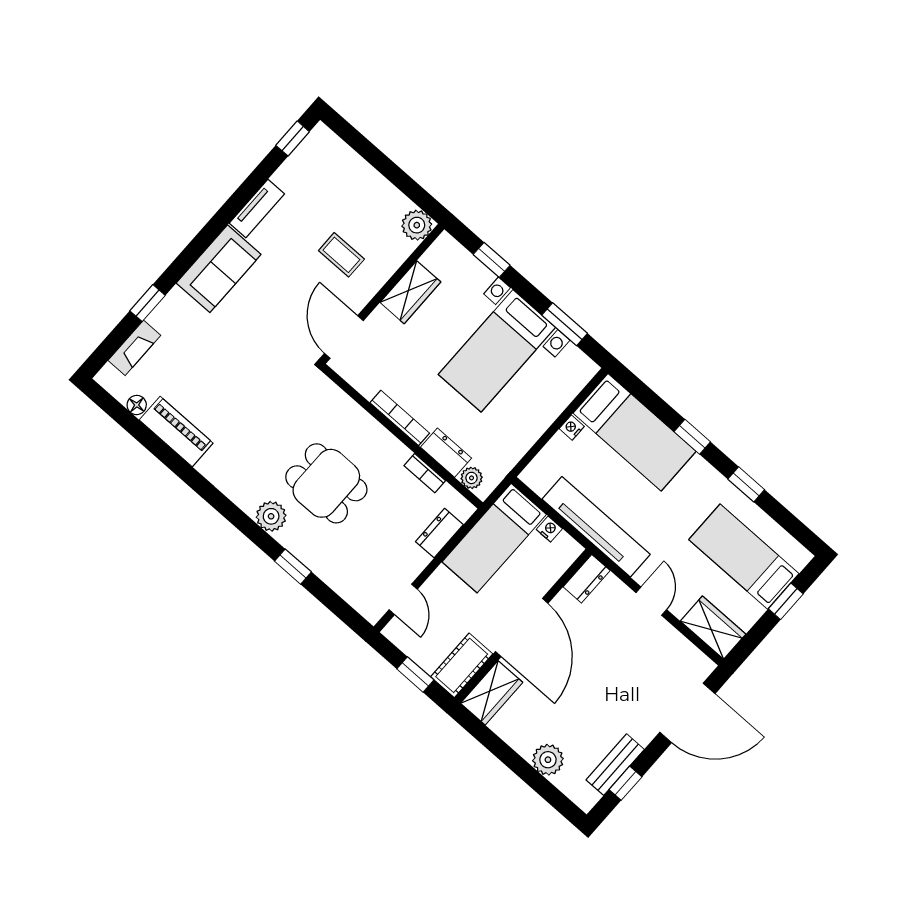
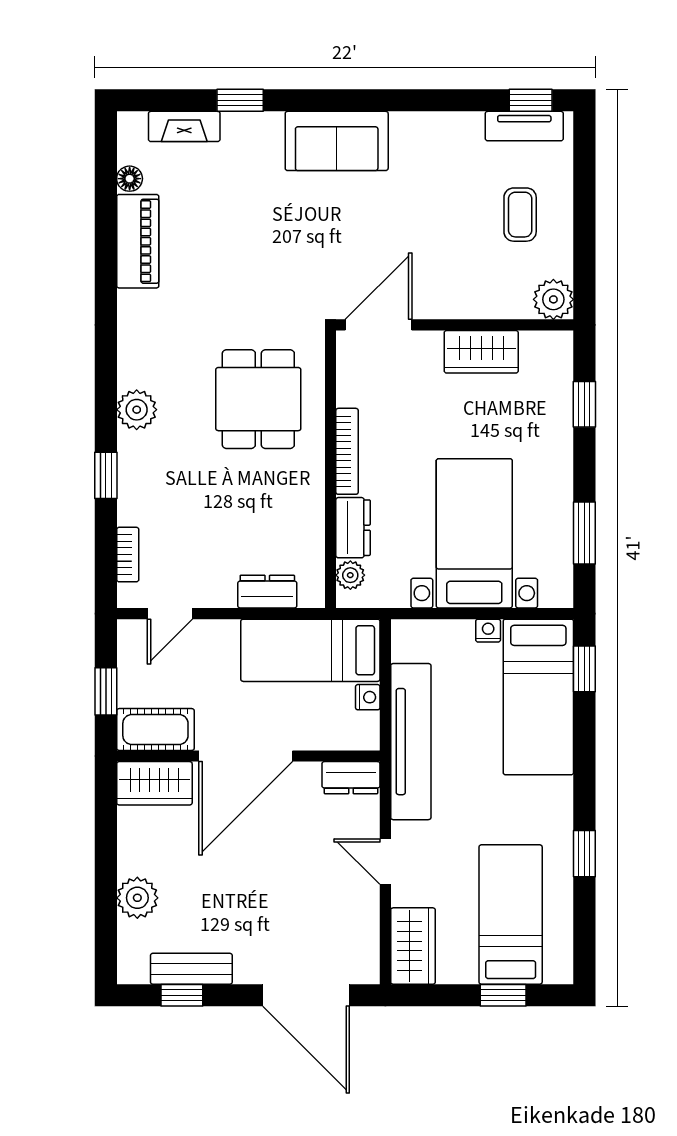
tv unit: (257, 209) -> (524, 126), moved
coffee table: (341, 255) -> (520, 215), moved
bed with nightstands: (497, 351) -> (474, 533), moved, turned 90
window: (692, 437) -> (584, 669), moved
bookcase: (425, 473) -> (128, 555), moved, turned 180
dining table: (326, 483) -> (258, 399), moved
door: (651, 601) -> (385, 862), swing flipped

